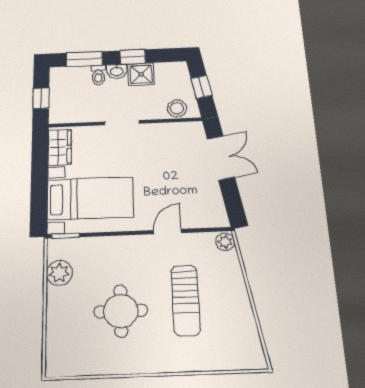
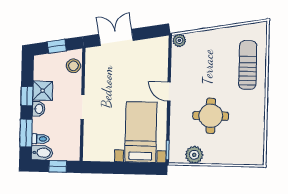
toilet: (98, 75) -> (40, 139), moved
bidet: (59, 79) -> (42, 153), added
wardrobe: (60, 147) -> (99, 153), removed
door: (167, 232) -> (169, 92), moved
sun lounger: (186, 300) -> (248, 65), moved, turned -90
round table: (121, 311) -> (211, 116), moved

